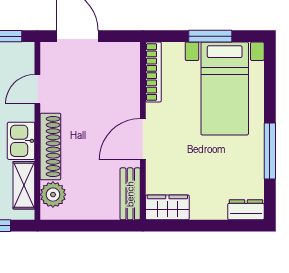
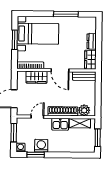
wardrobe: (127, 86) -> (36, 77), added
door: (37, 89) -> (37, 117), swing flipped
dresser: (246, 210) -> (92, 41), moved

